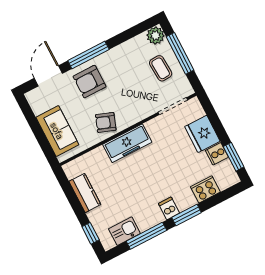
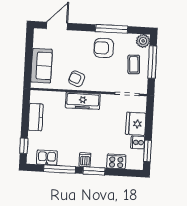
window: (88, 55) -> (112, 29), moved
armchair: (90, 82) -> (104, 48), moved

